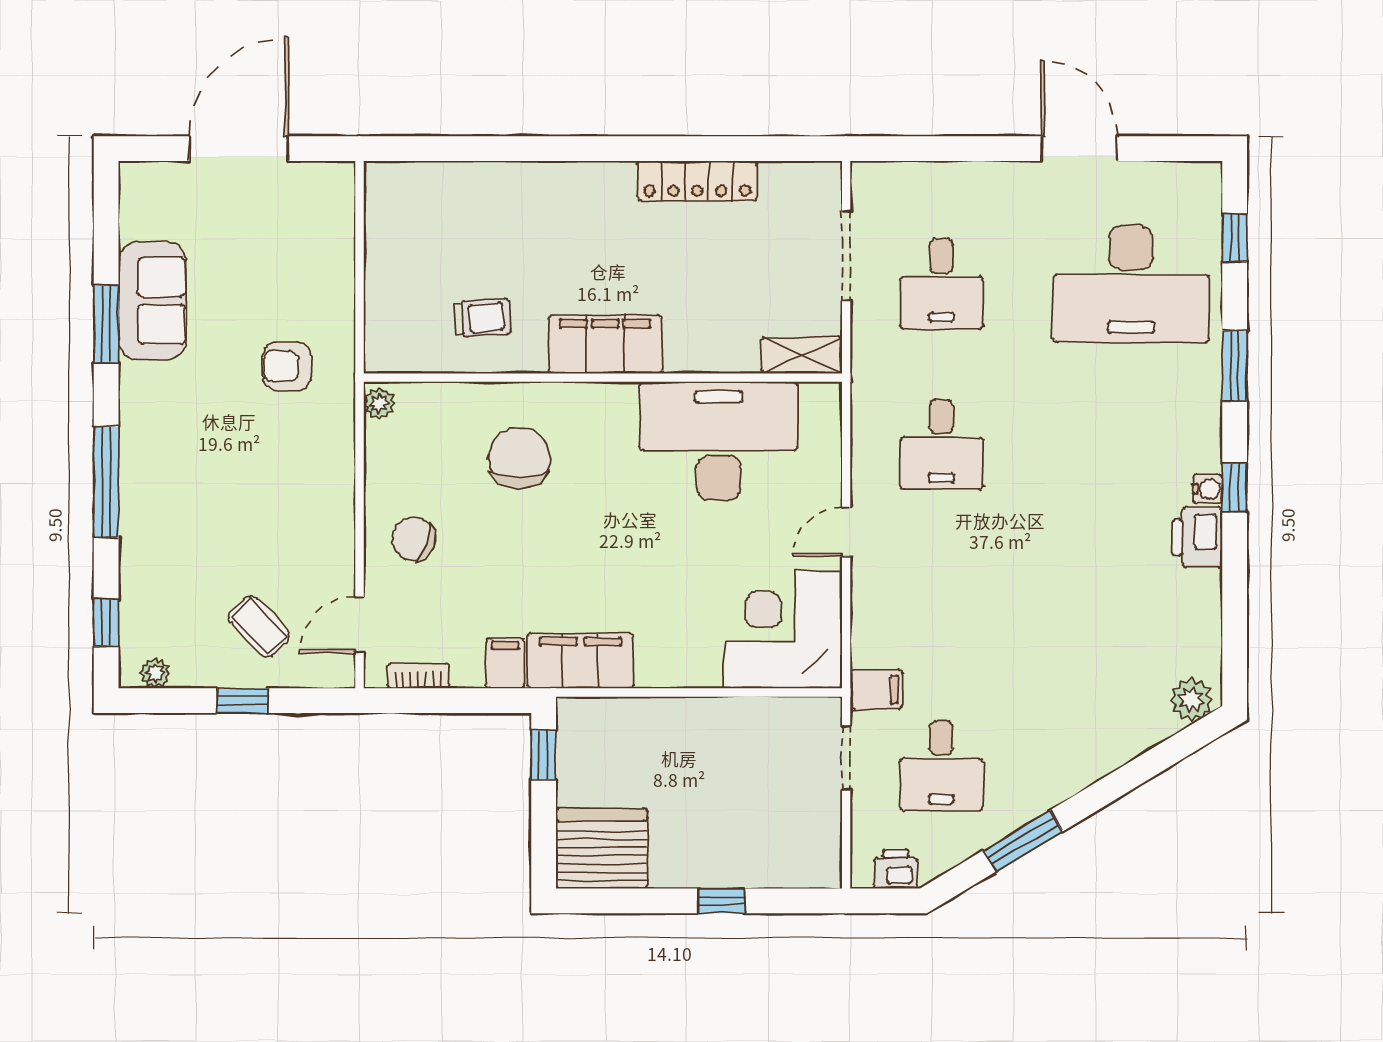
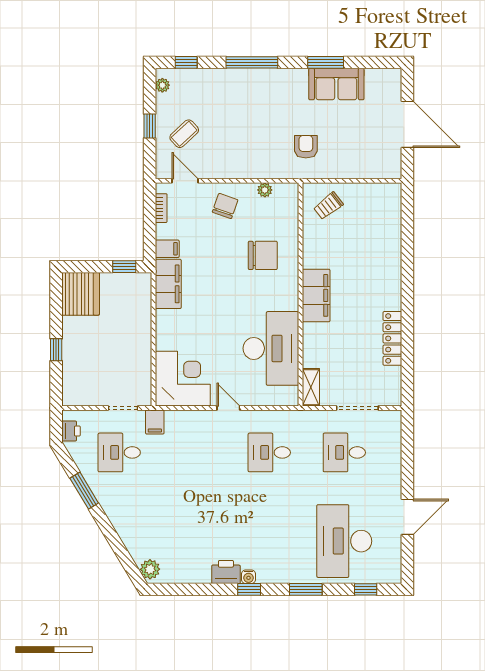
trolley: (482, 318) -> (328, 206), moved, turned 56
plant: (379, 403) -> (265, 190), moved

